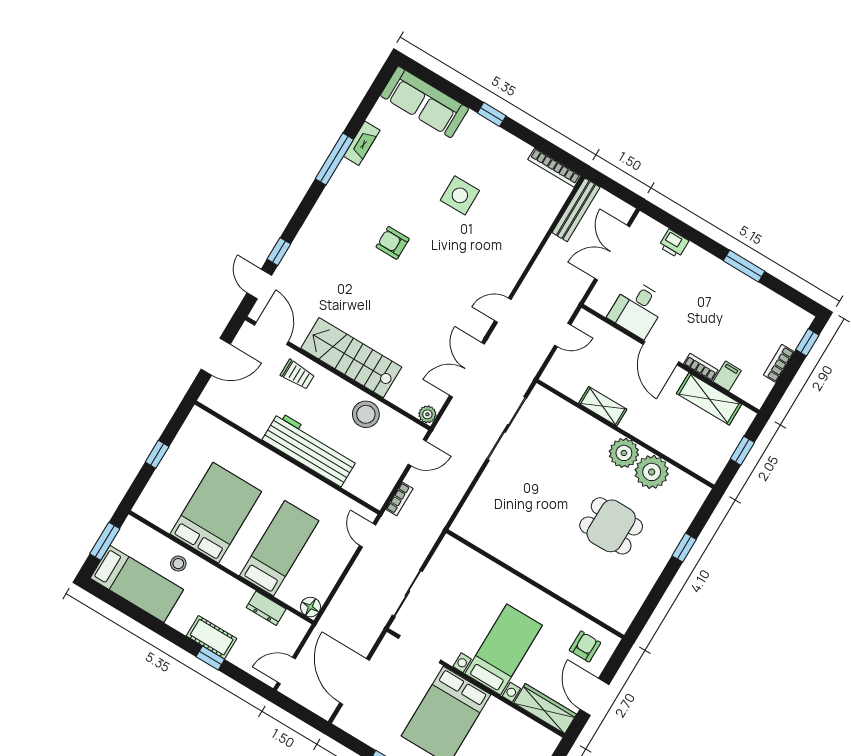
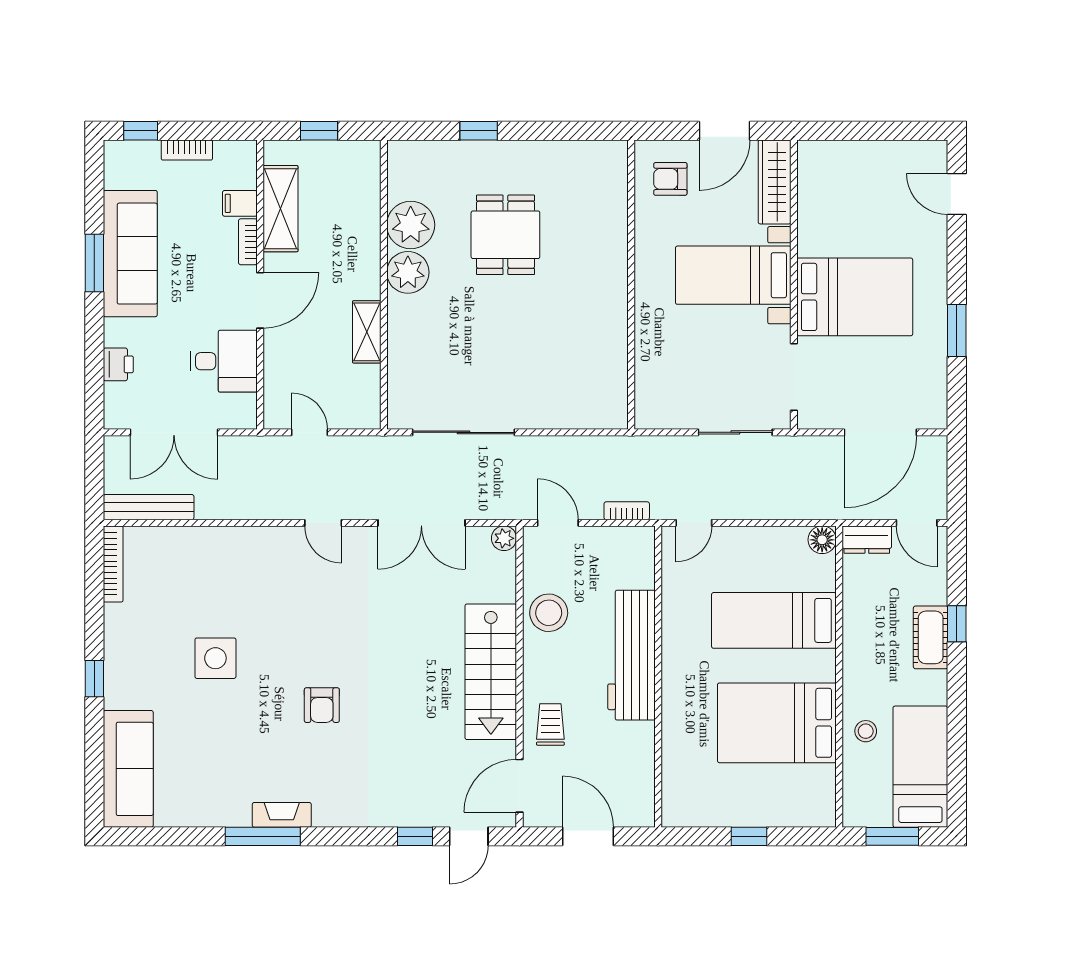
fireplace: (362, 143) -> (282, 815), moved
sofa: (737, 291) -> (130, 254), added
dresser: (266, 608) -> (867, 540), moved, turned 90

